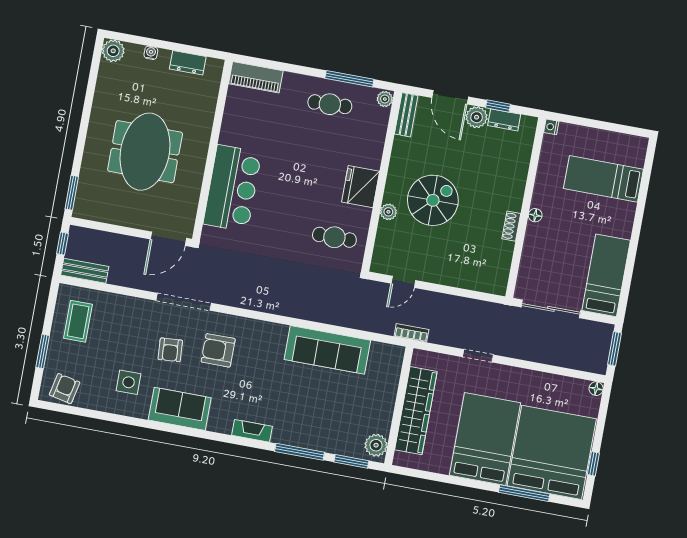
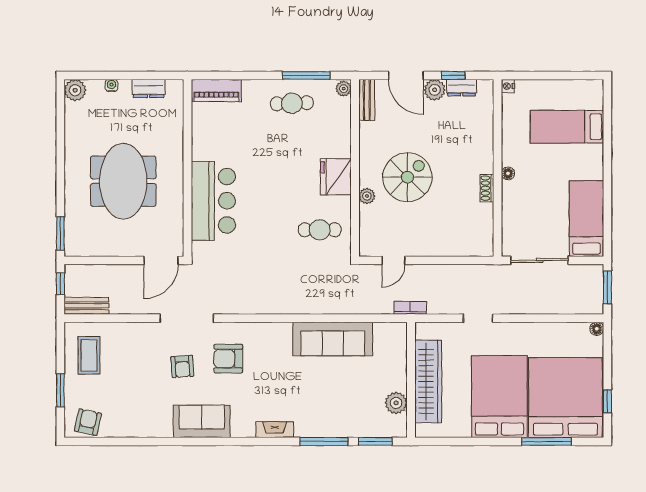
side table: (129, 382) -> (148, 405), removed
plant: (376, 445) -> (396, 403), moved

